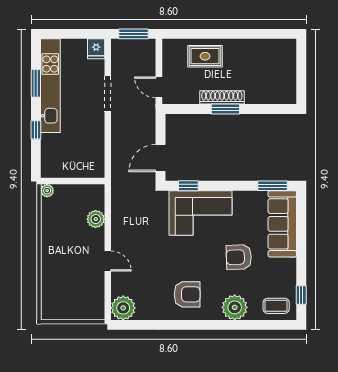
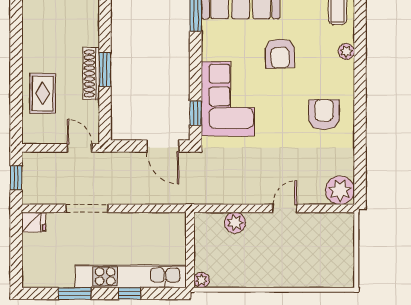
window: (134, 34) -> (16, 178), width x0.67
kitchen unit: (50, 86) -> (131, 276), moved
door: (159, 87) -> (79, 148), swing flipped
plant: (235, 307) -> (346, 51), width x0.53, depth x0.53

